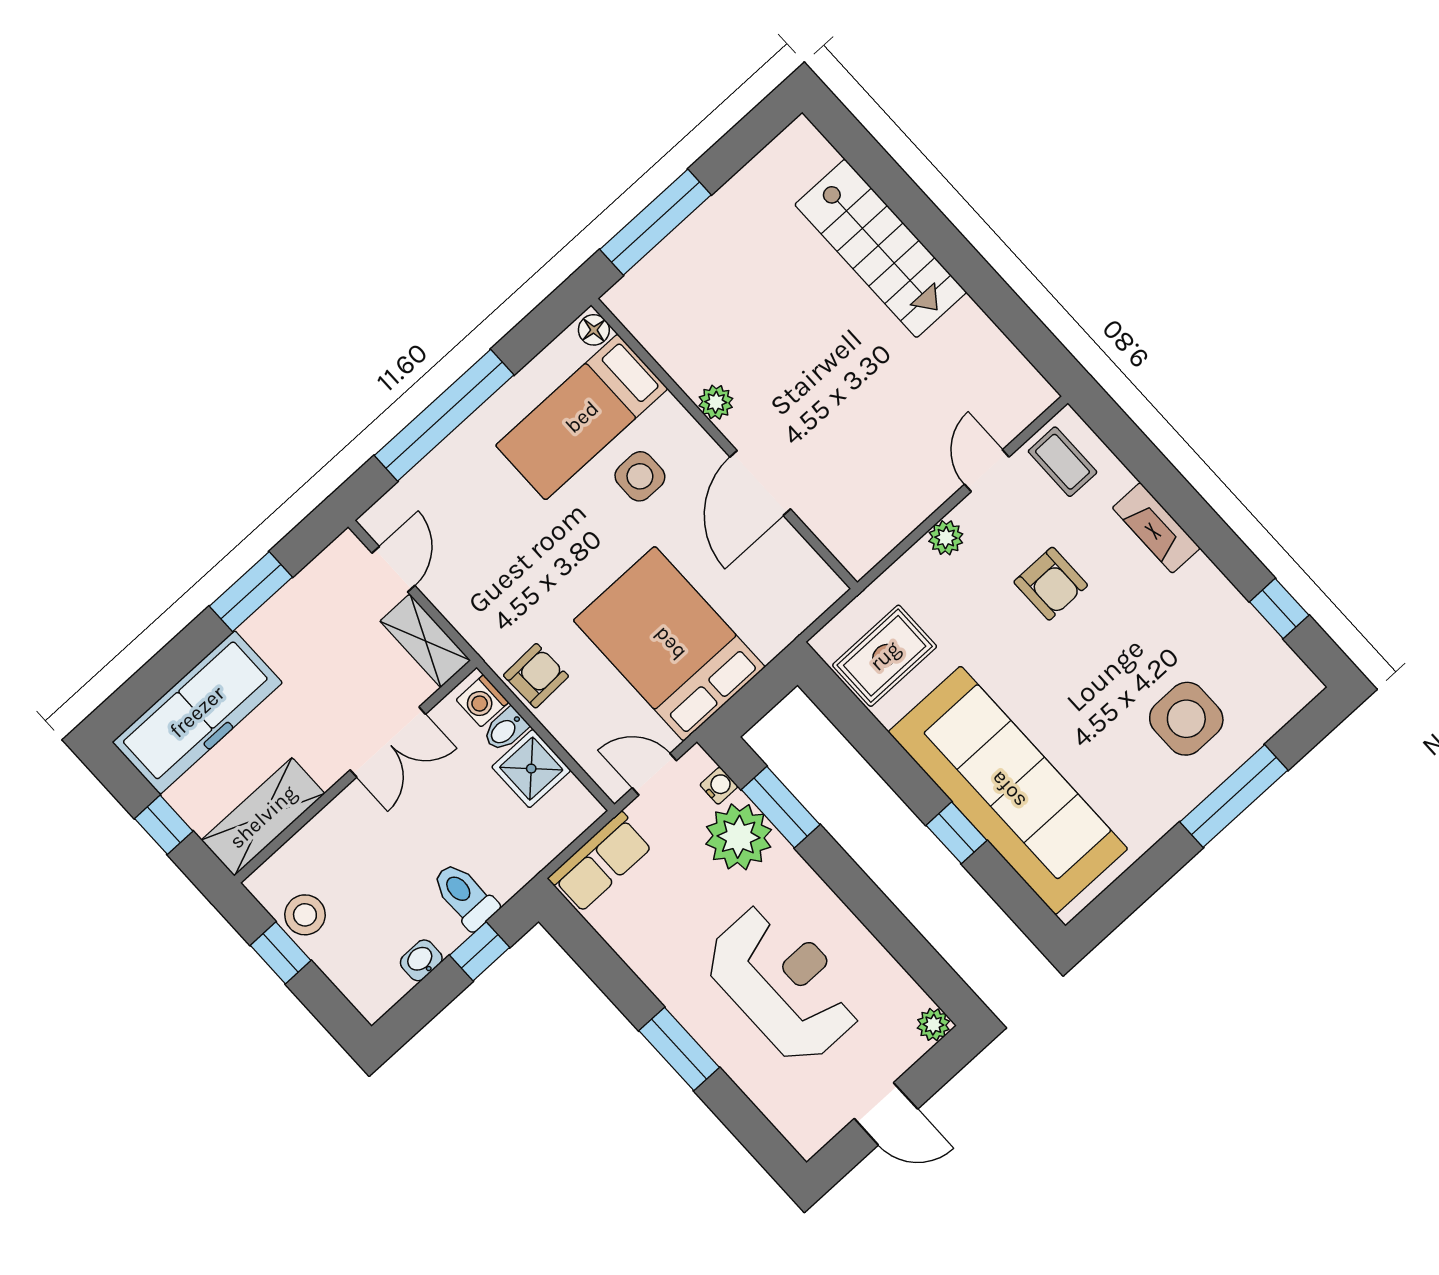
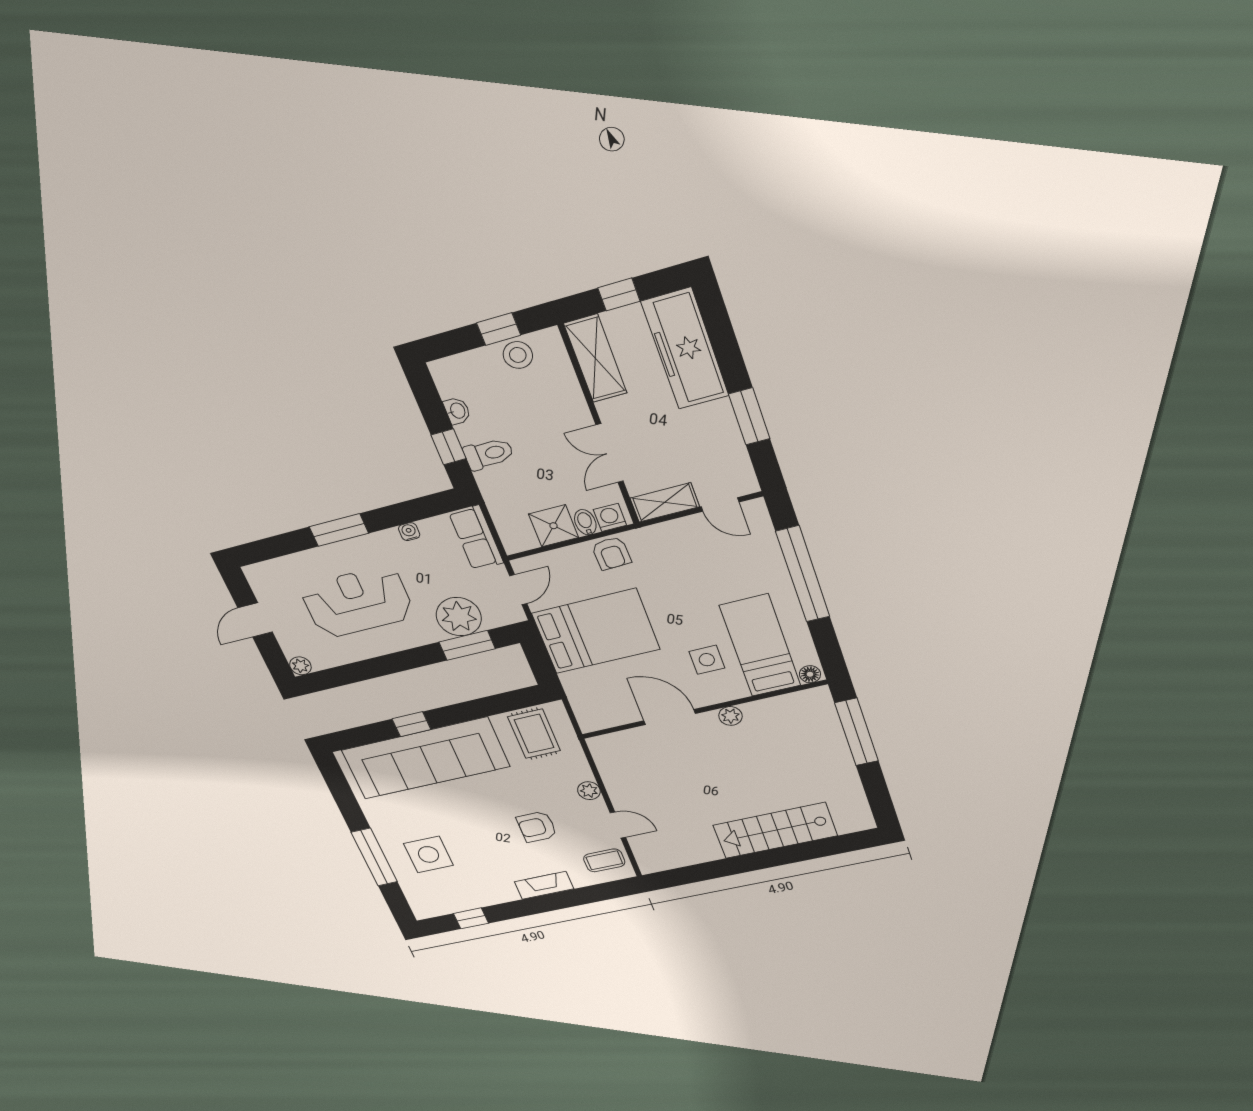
water cooler: (719, 786) -> (409, 532), moved, turned 180
reception desk: (784, 983) -> (357, 602), turned 180

